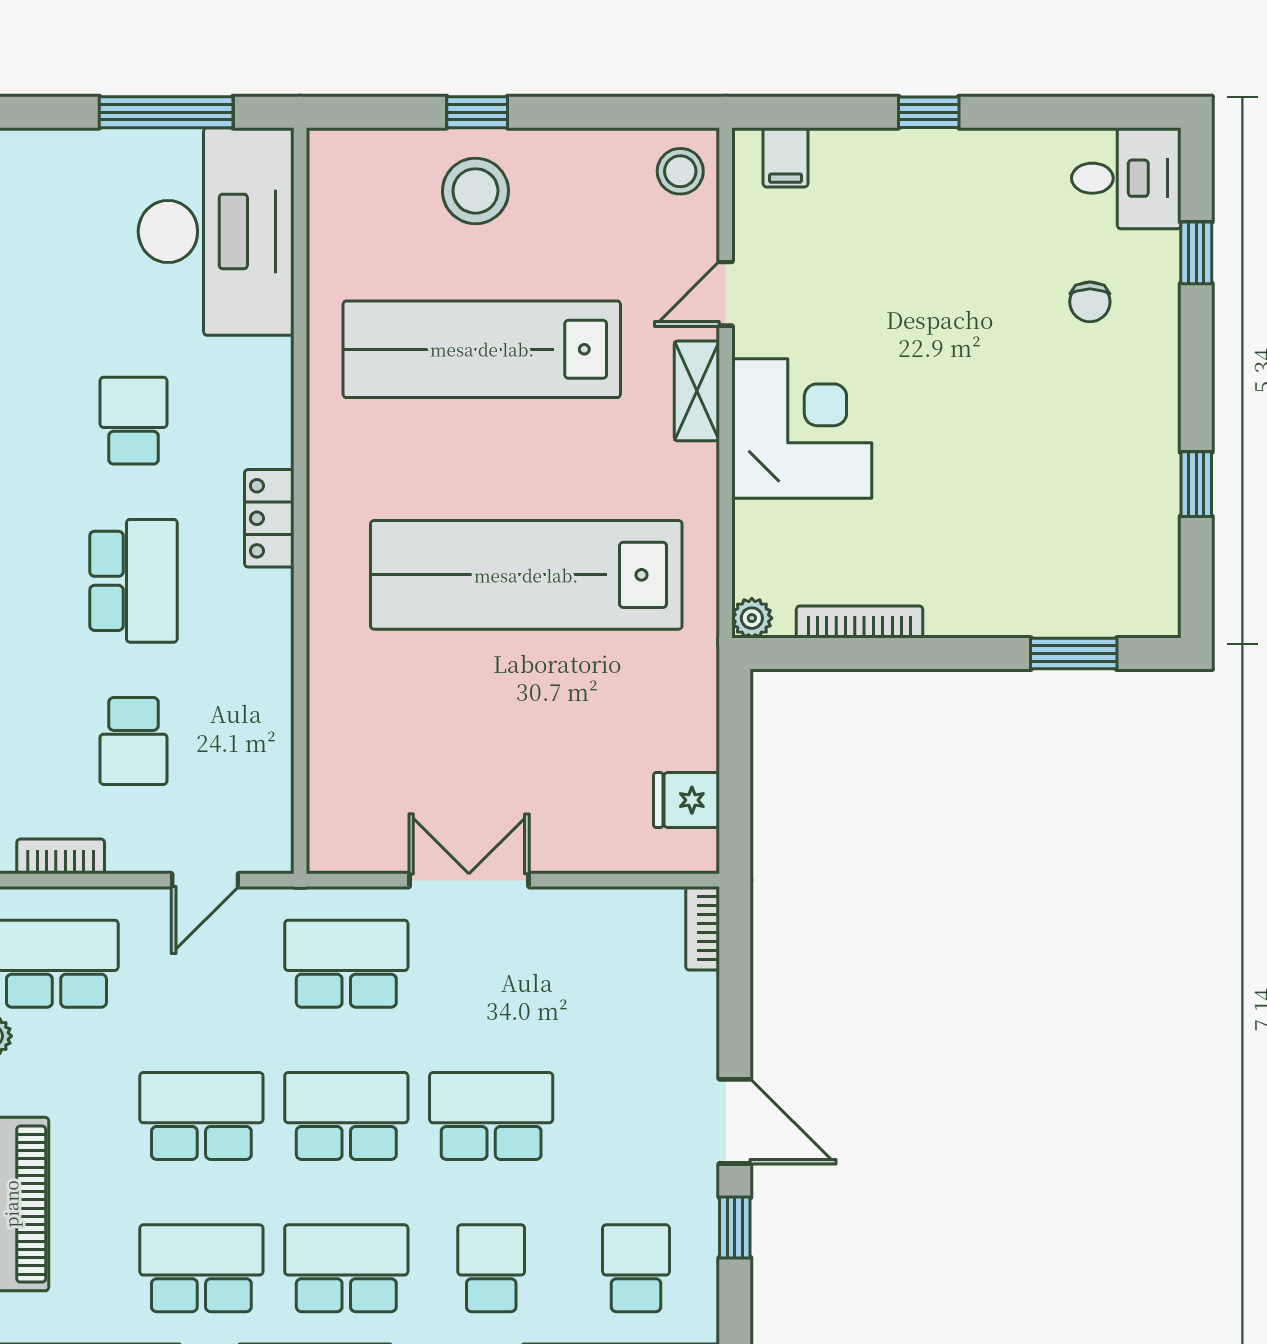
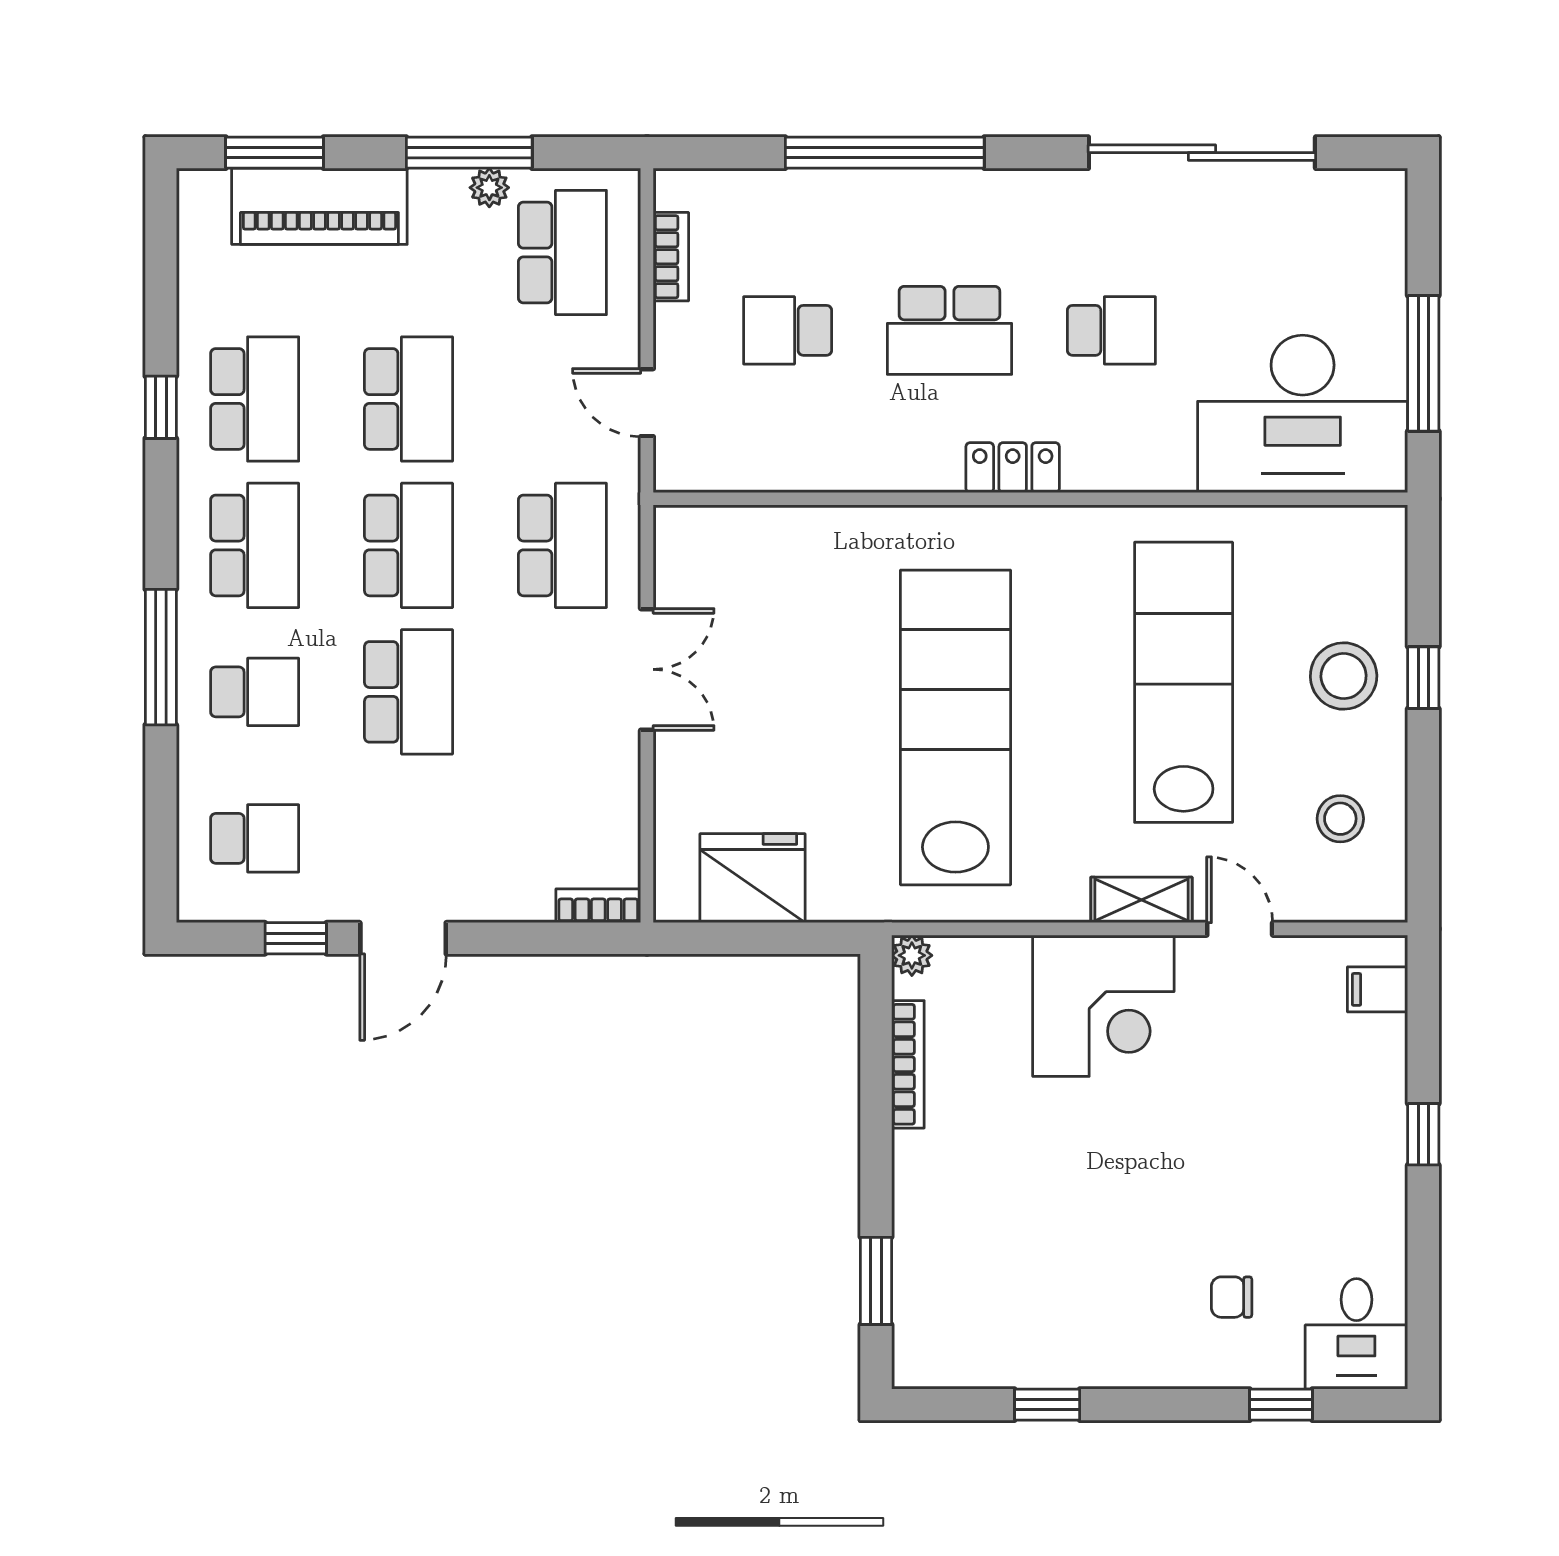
stool: (680, 171) -> (1340, 819), moved
fridge: (687, 800) -> (753, 878), width x1.88, depth x1.34

